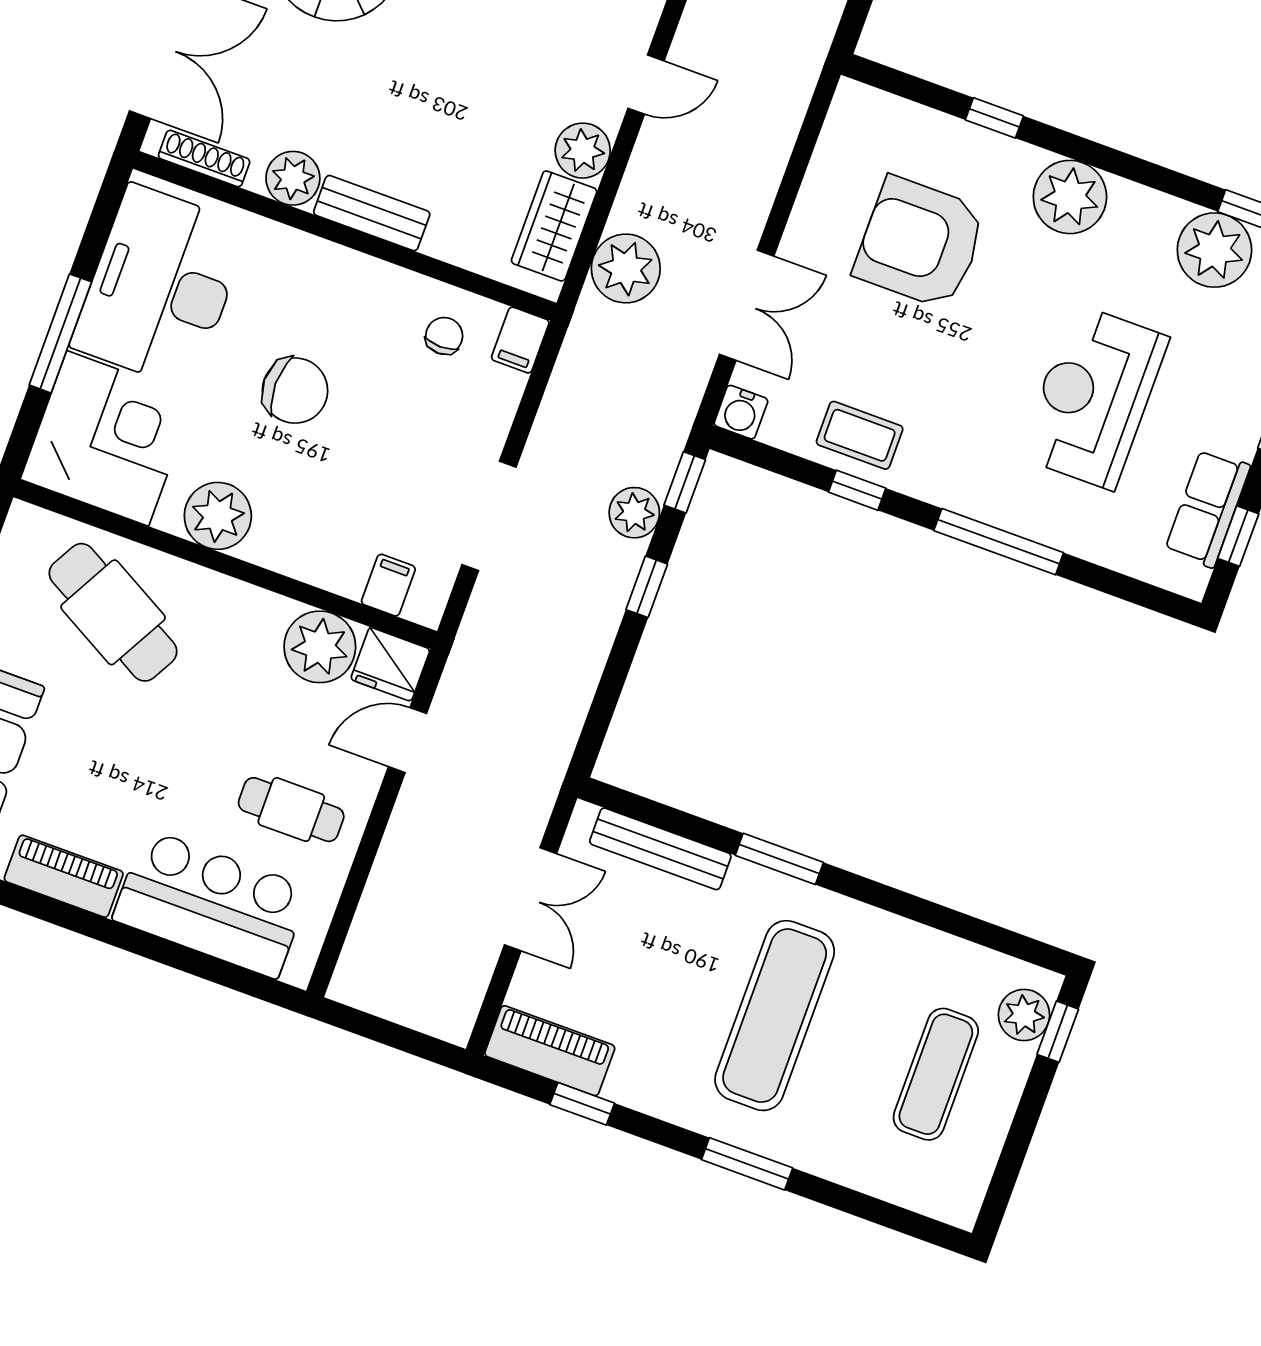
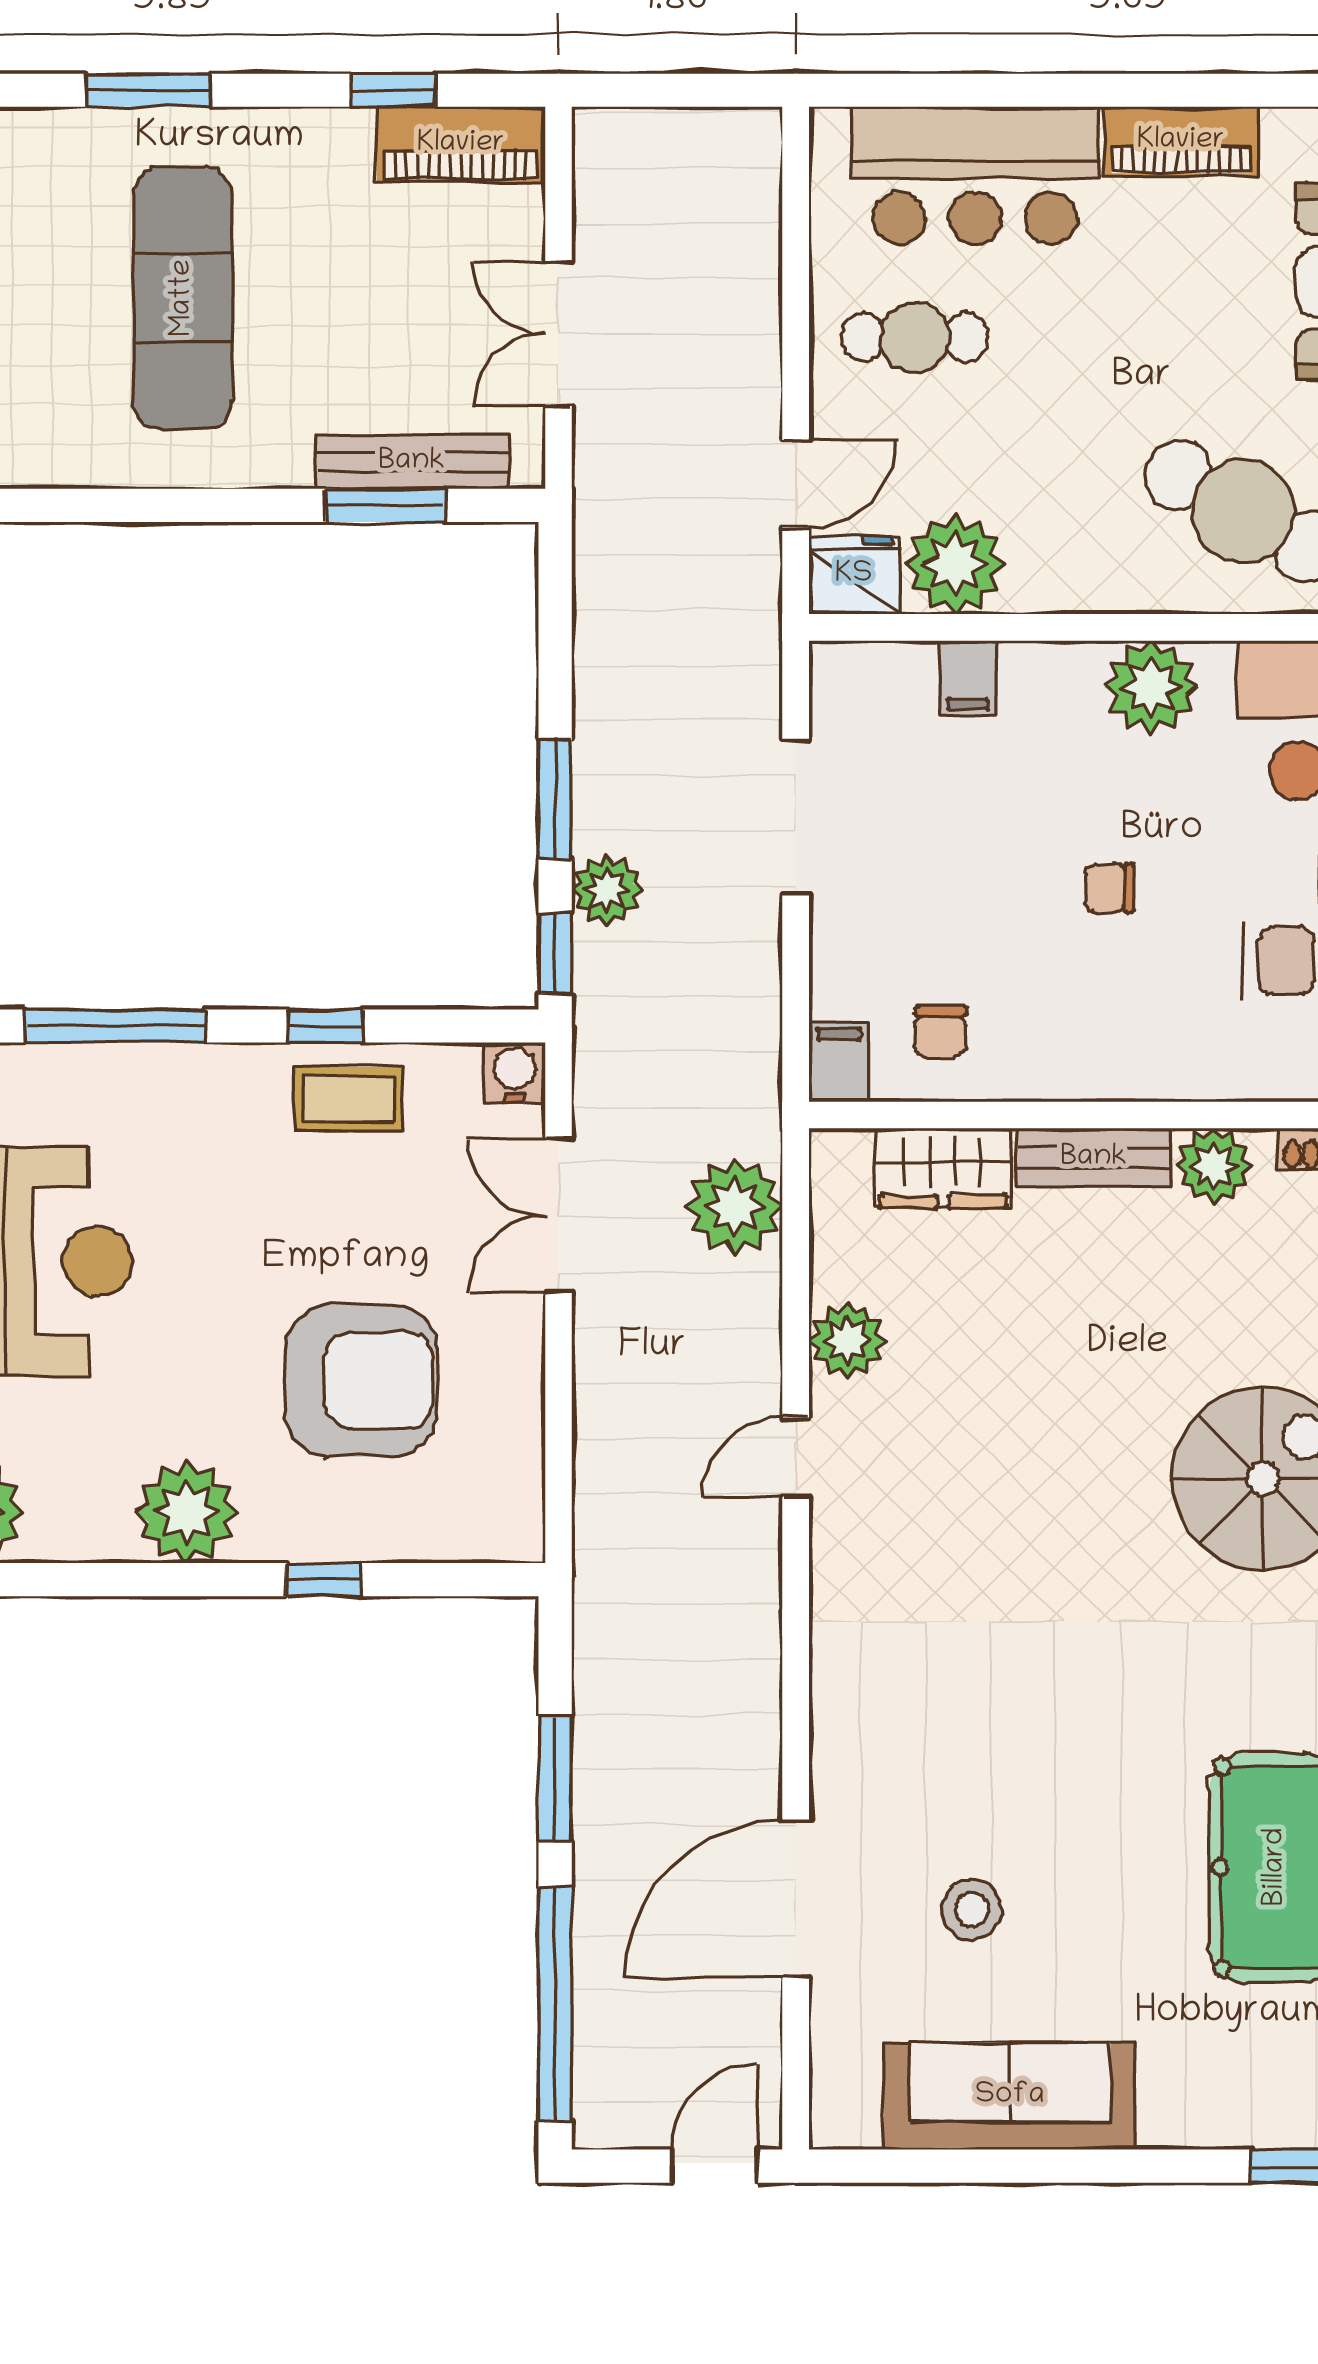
wardrobe: (554, 226) -> (943, 1168), moved, turned 90
chair: (295, 391) -> (1110, 888), width x0.54, depth x0.54
filing cabinet: (388, 585) -> (968, 678), moved
window: (647, 587) -> (555, 799), width x1.50
window: (779, 859) -> (385, 505), moved

